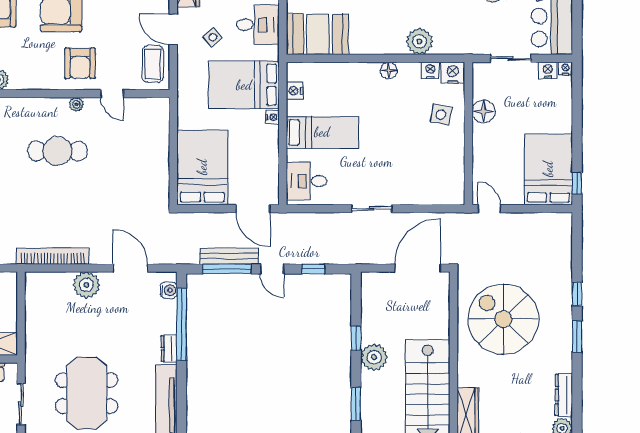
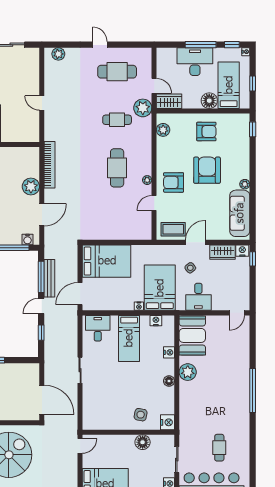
plant: (419, 41) -> (188, 372), moved
nightstand: (430, 70) -> (169, 352), moved

